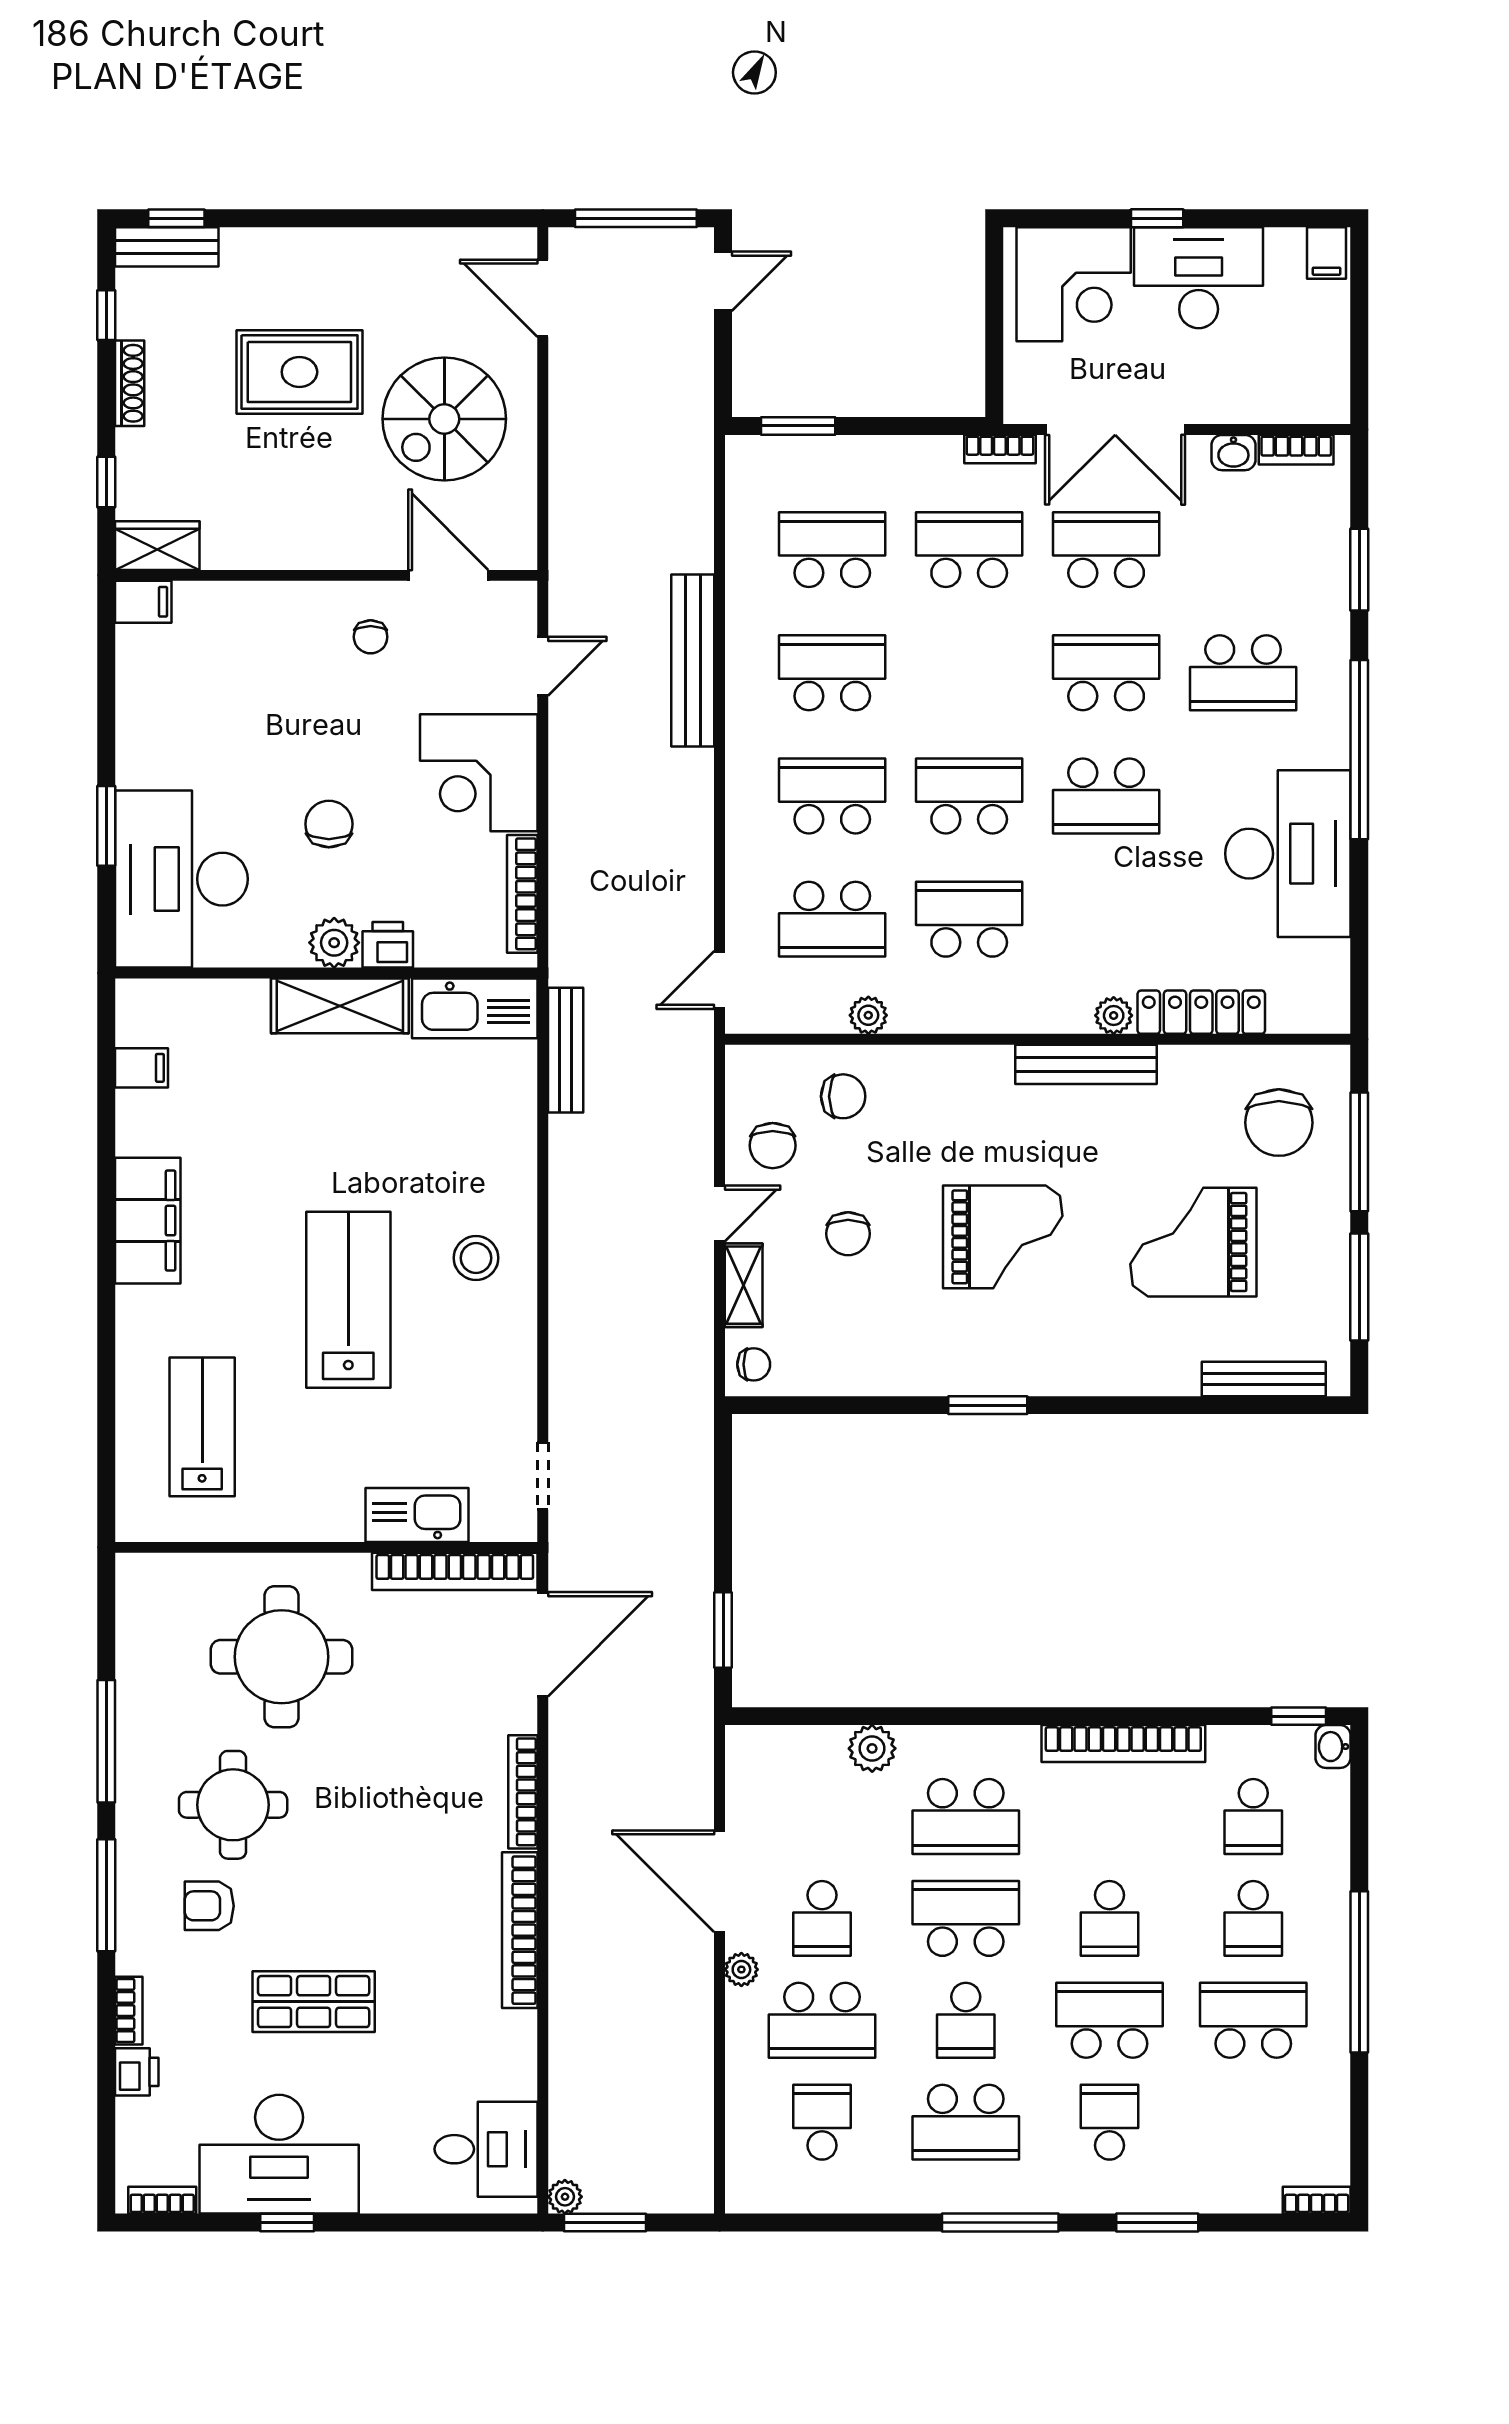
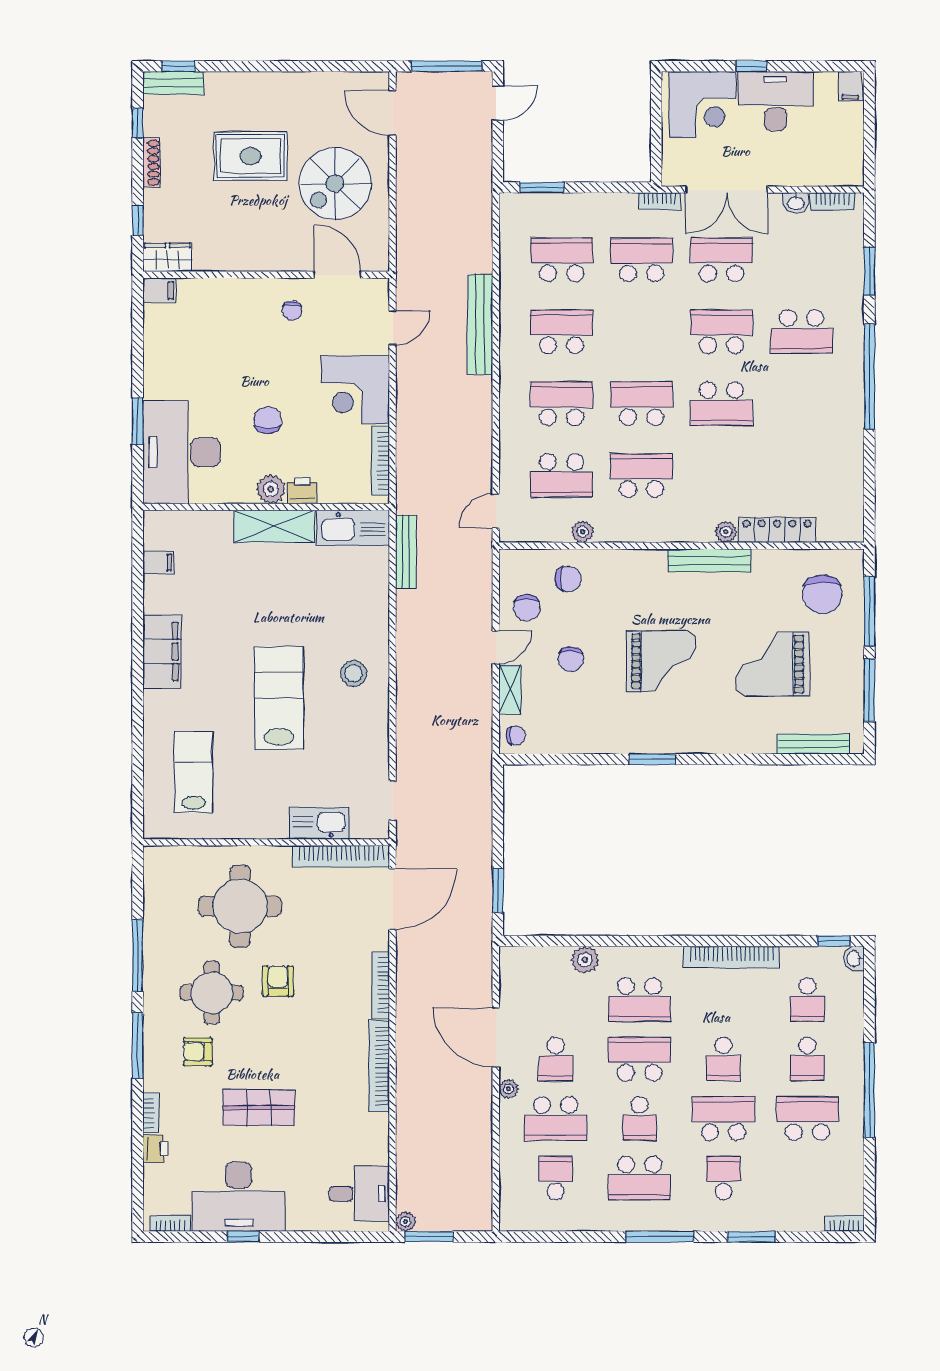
desk: (1288, 854) -> (828, 437), removed
armchair: (346, 1785) -> (278, 981), added

